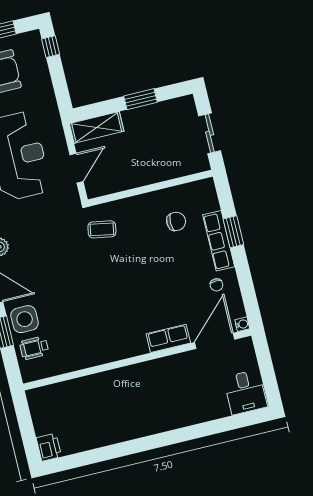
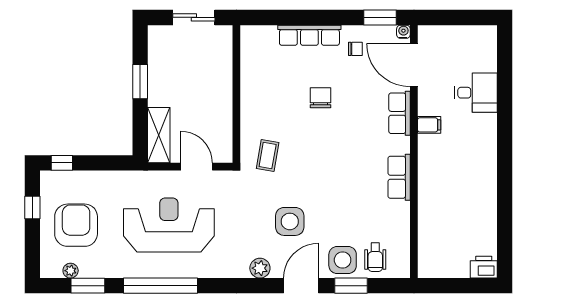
chair: (176, 221) -> (321, 98), moved
window: (233, 232) -> (380, 17), moved
side table: (48, 263) -> (290, 221), added
row of seats: (111, 352) -> (399, 177), added
filing cabinet: (164, 367) -> (429, 125), added
desk: (245, 392) -> (476, 93), moved

